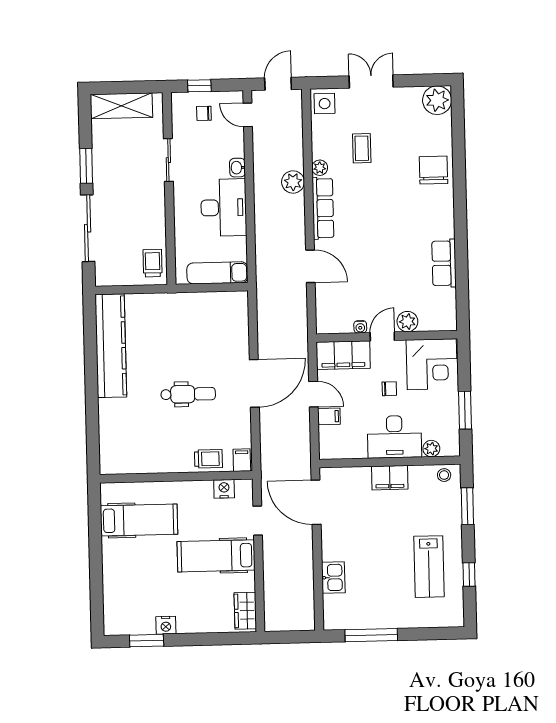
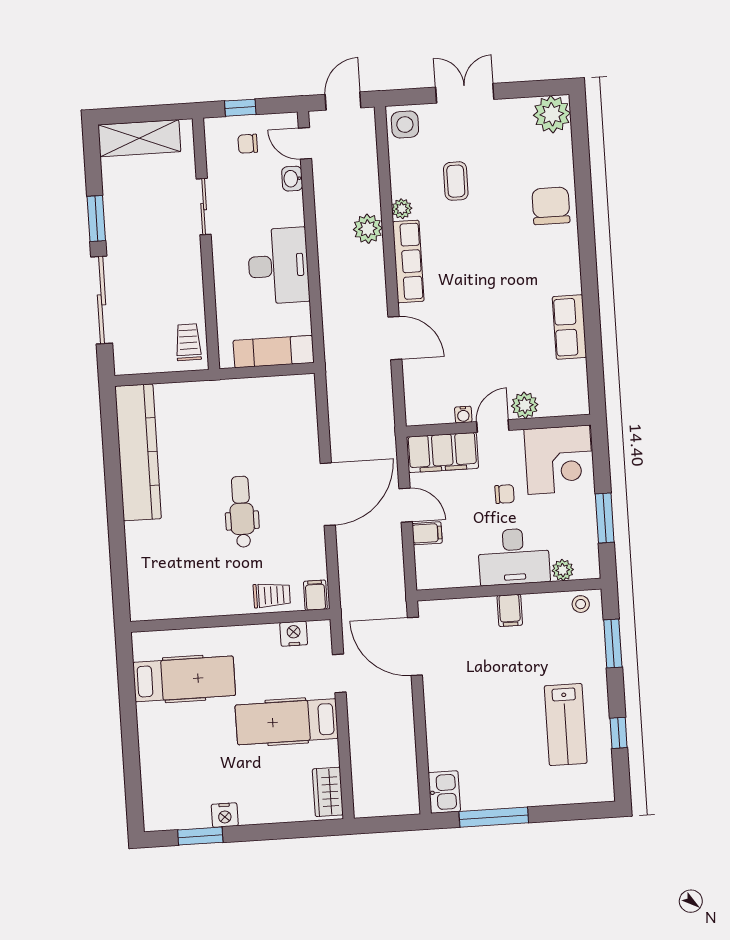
washbasin: (237, 168) -> (292, 179), moved
dental chair: (188, 394) -> (242, 512), turned -90
filing cabinet: (390, 478) -> (510, 610), width x0.50
kitchen sink: (333, 578) -> (444, 792), moved

